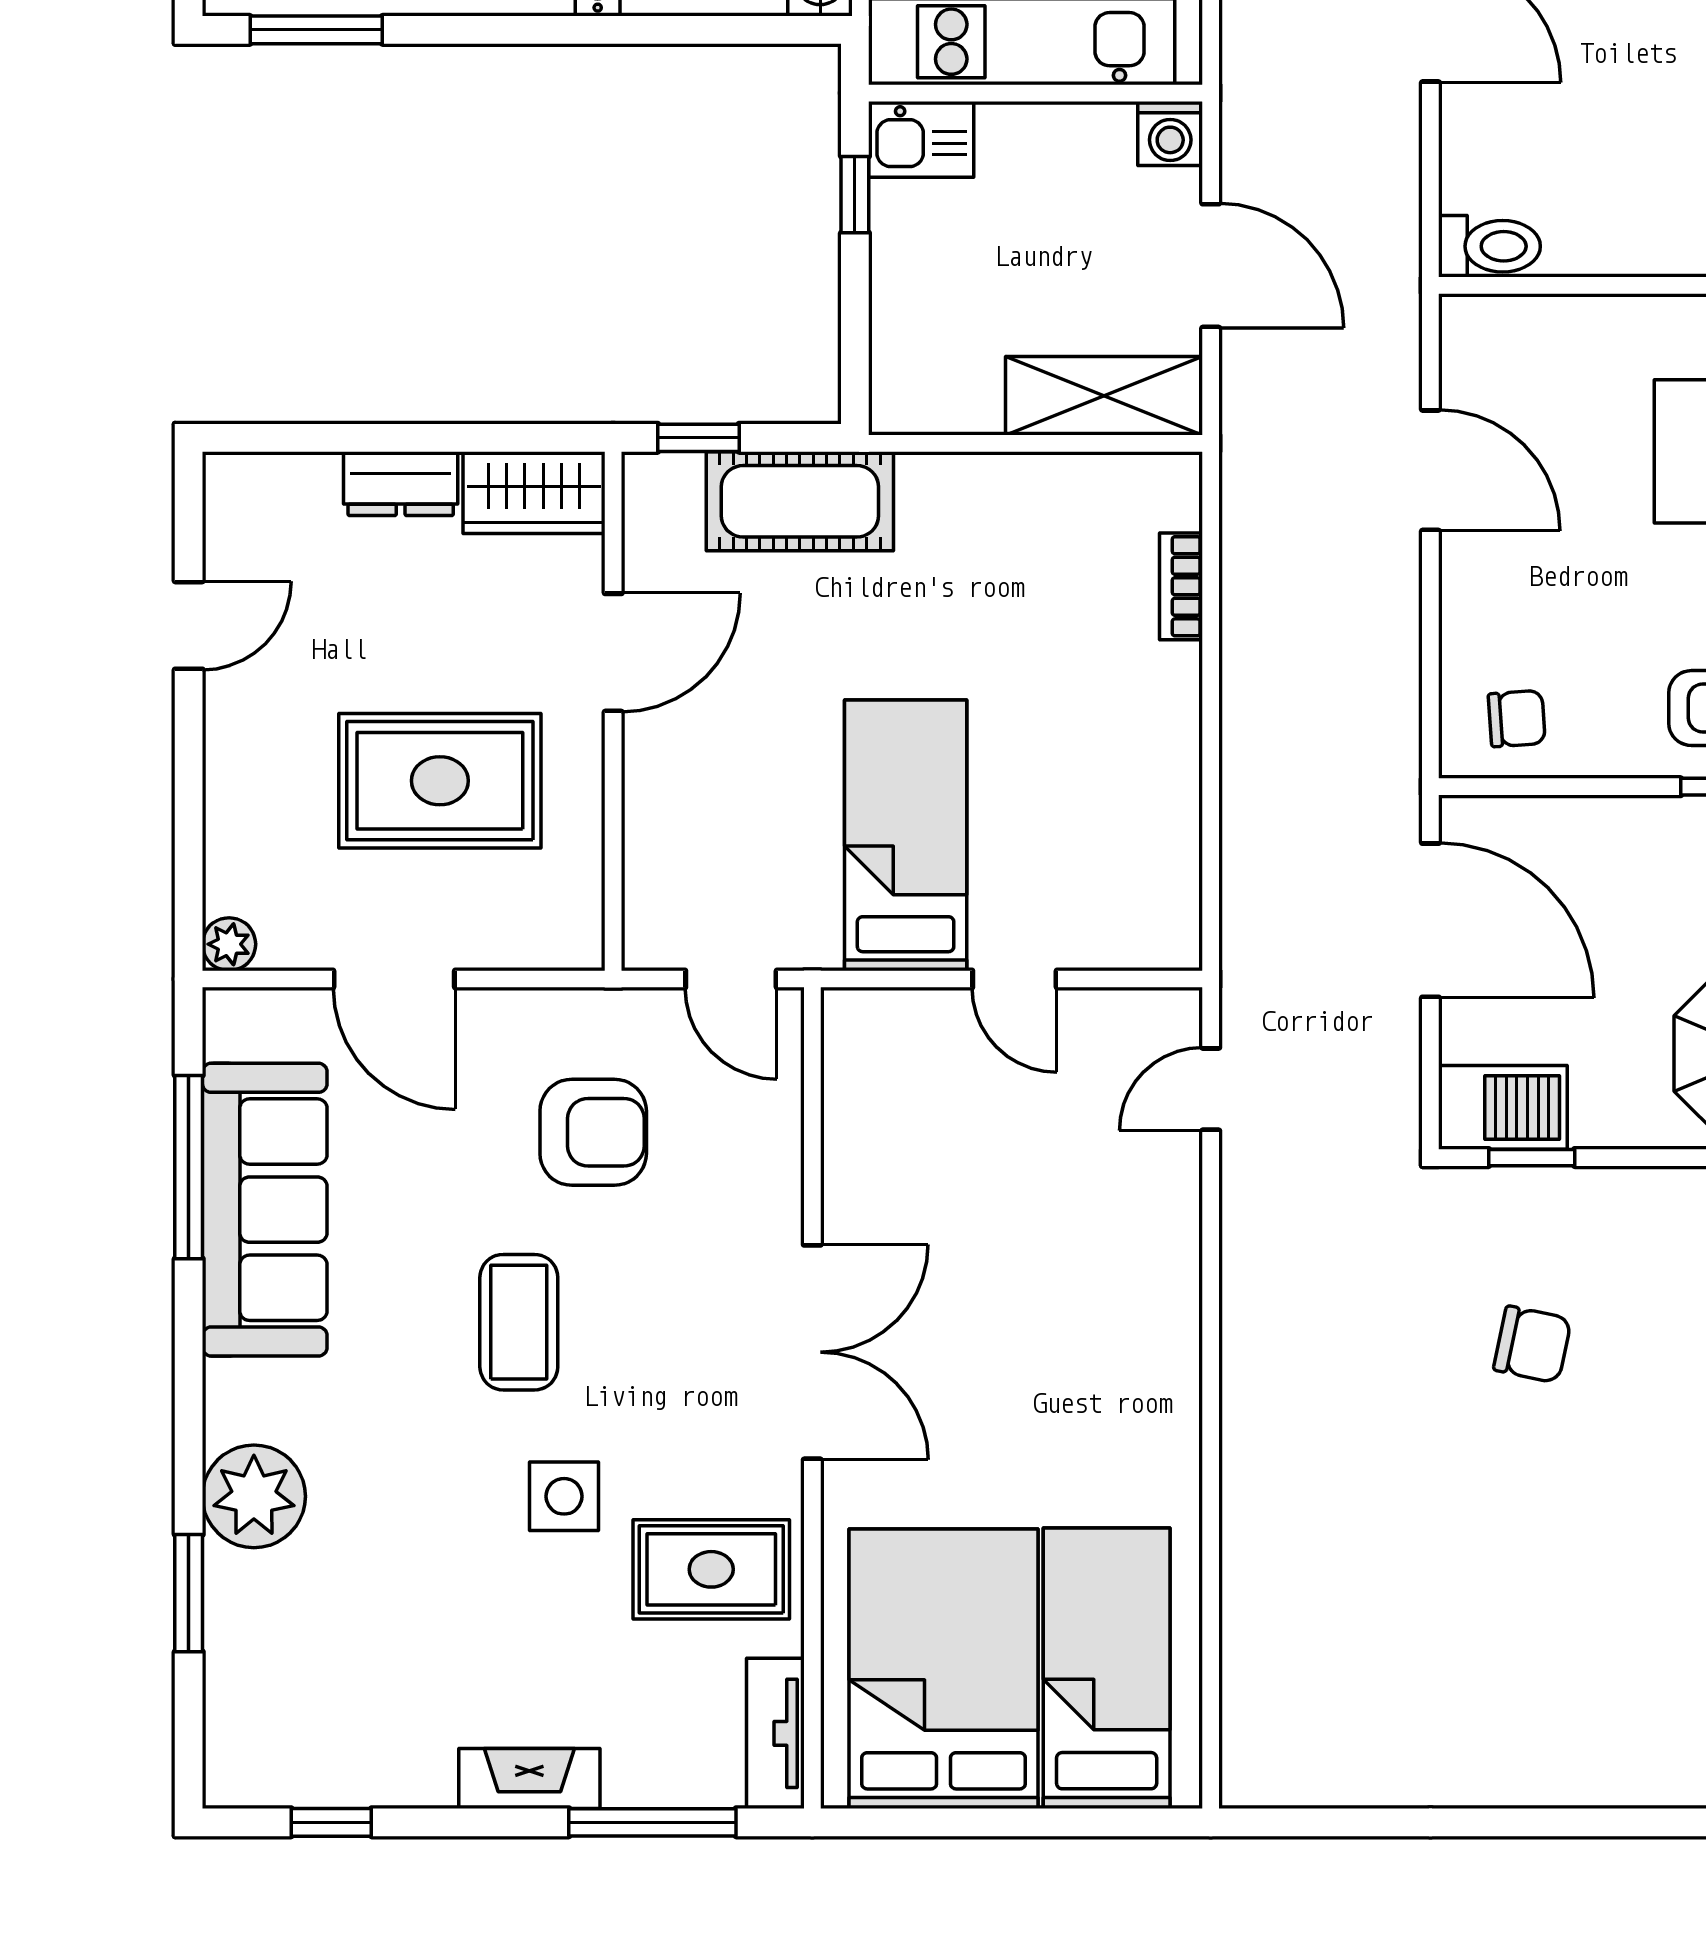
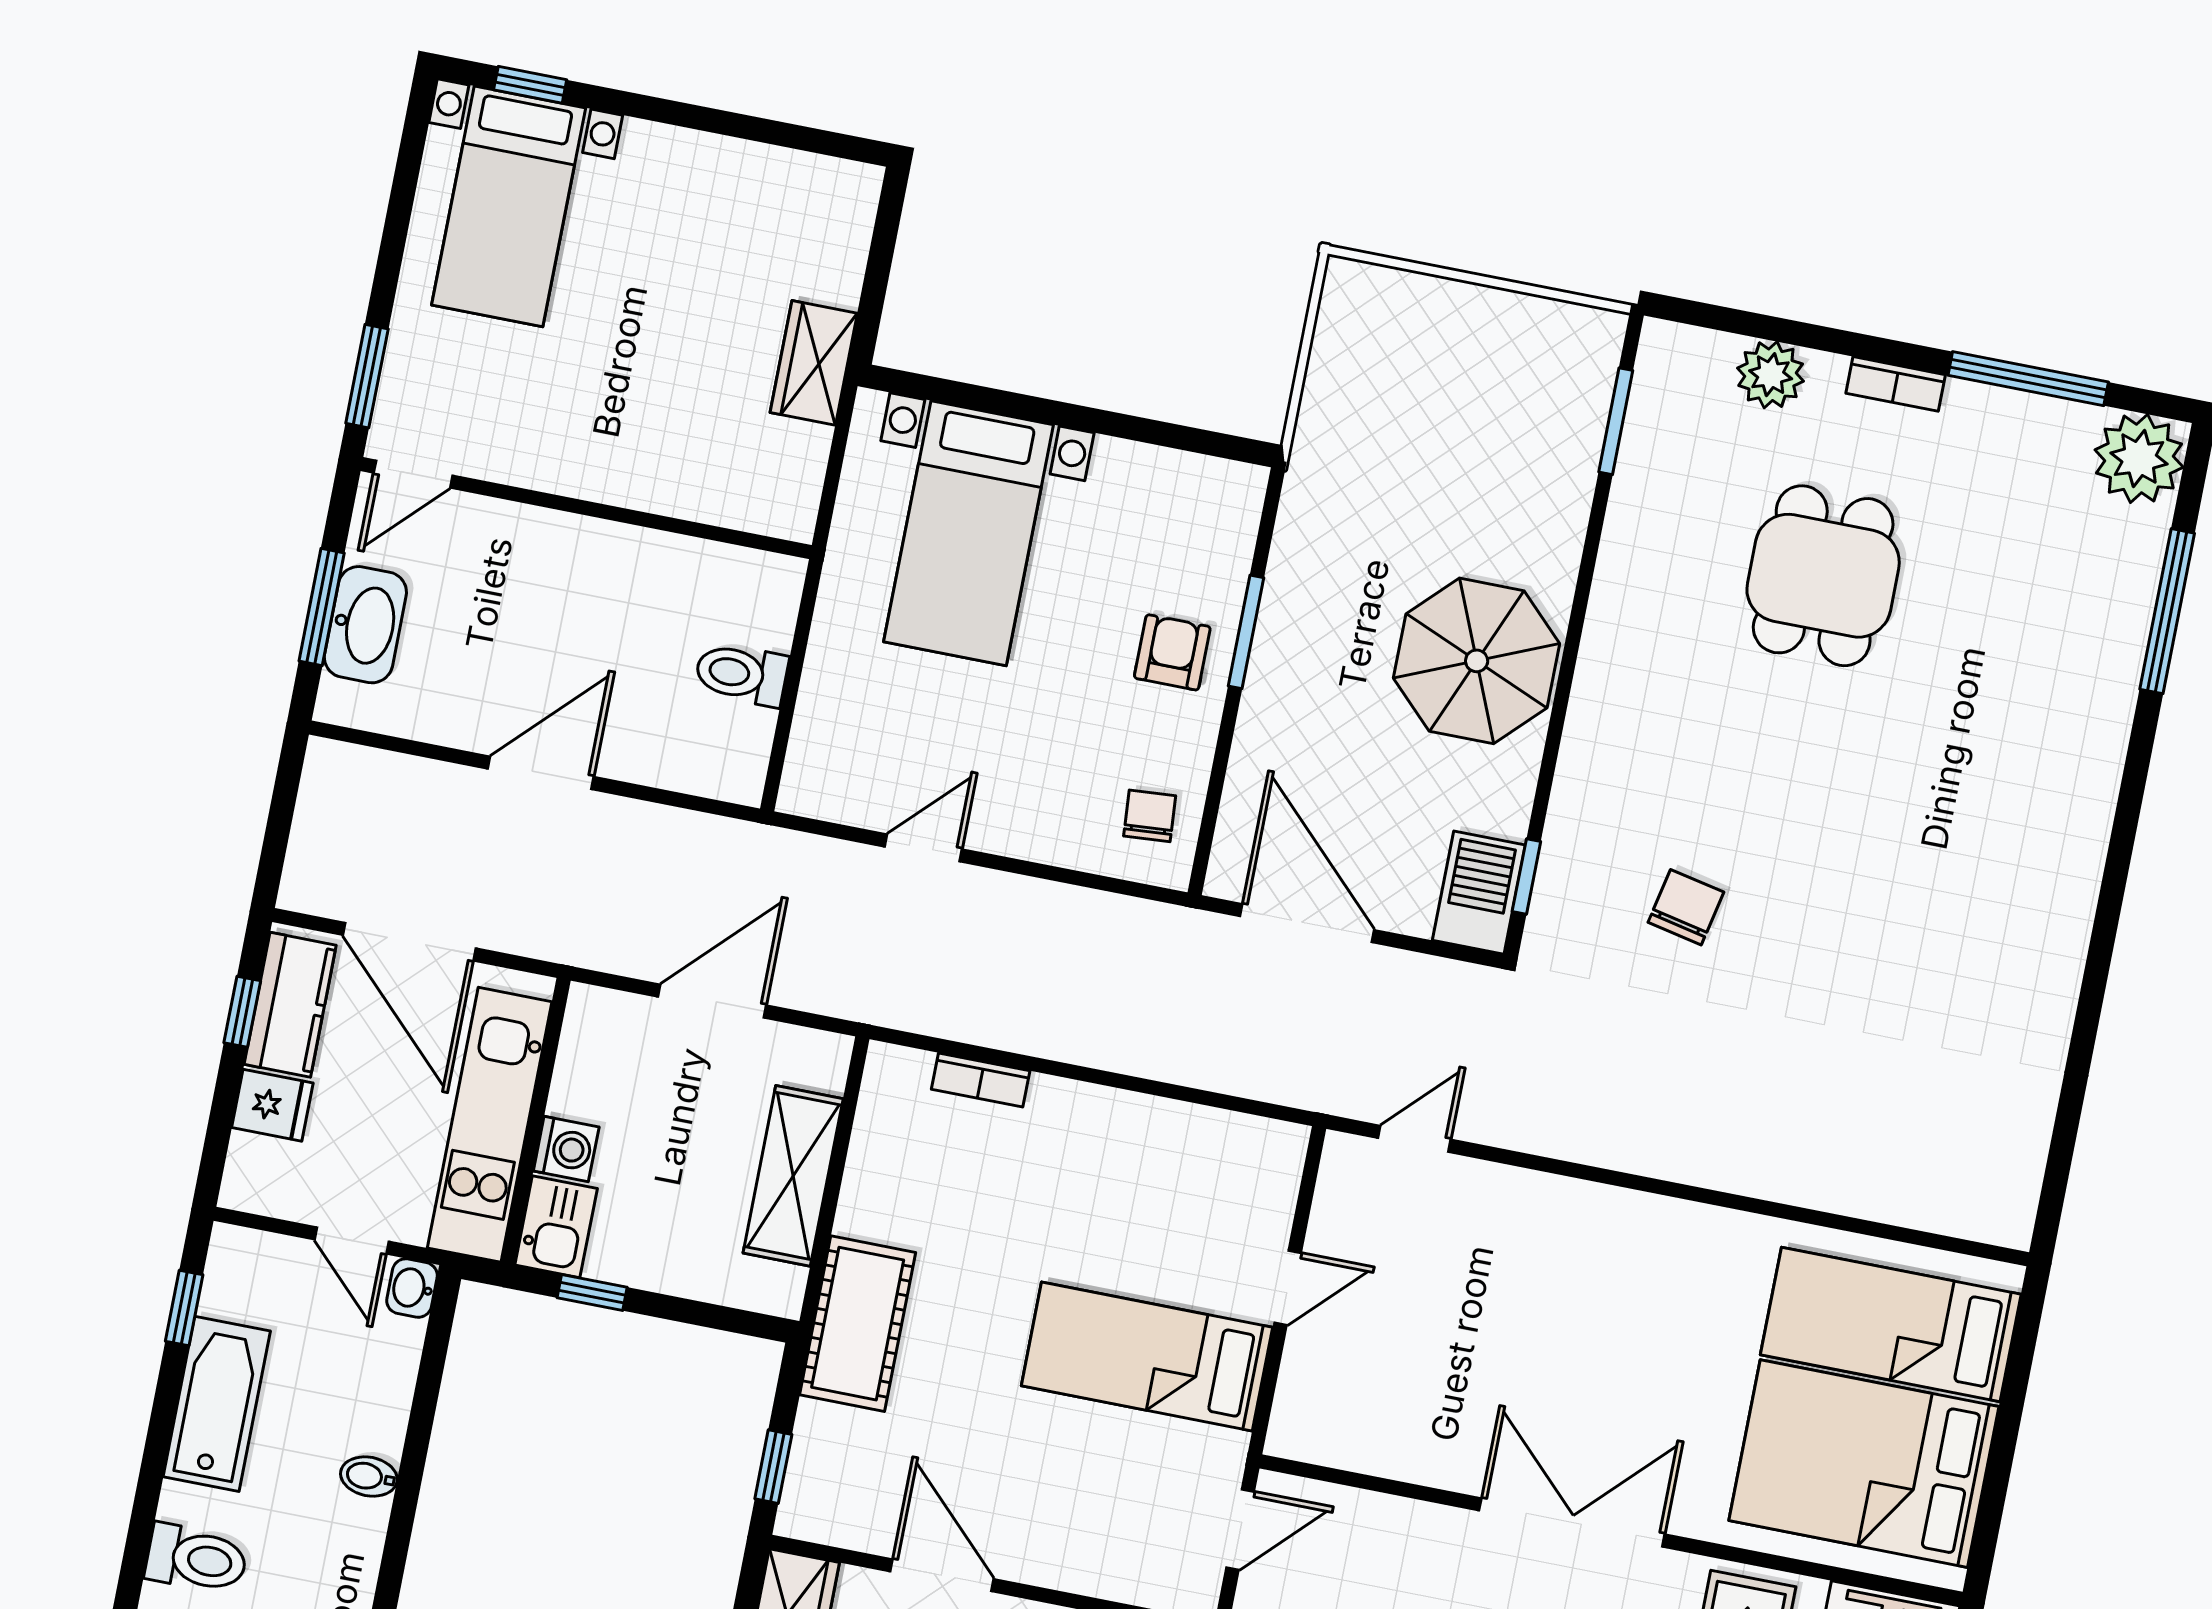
washing machine: (1170, 134) -> (566, 1149), moved
toilet: (1489, 246) -> (742, 674), moved, turned -90
shelving: (1104, 396) -> (793, 1176), moved
door: (1430, 470) -> (923, 848), width x0.73
cot: (800, 501) -> (858, 1324), moved
door: (1430, 920) -> (1307, 923), hinge flipped
door: (1211, 1089) -> (1414, 1139), swing flipped

